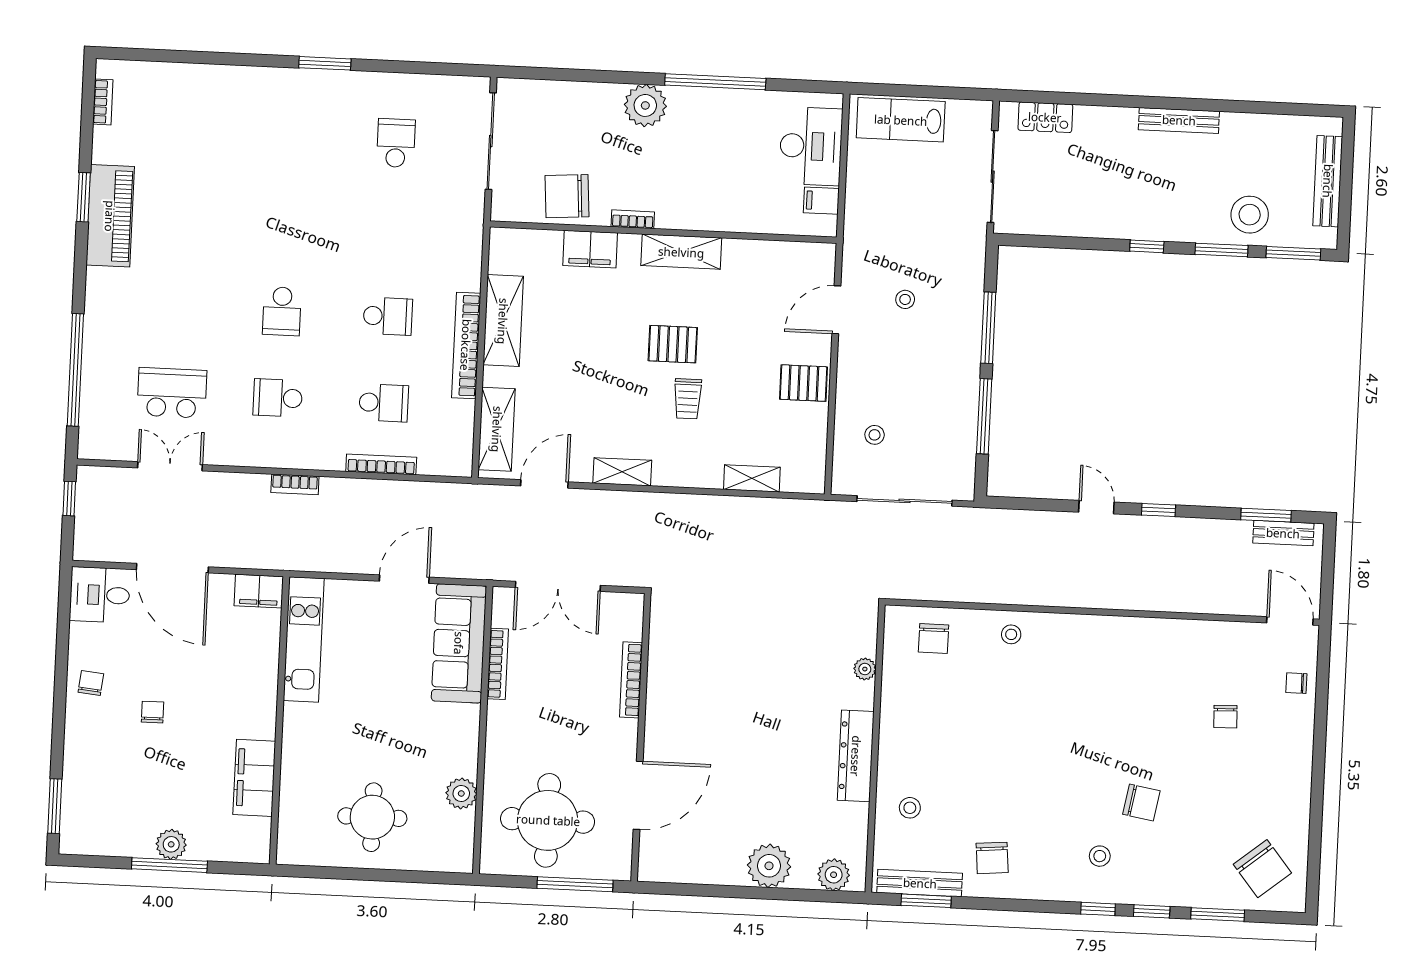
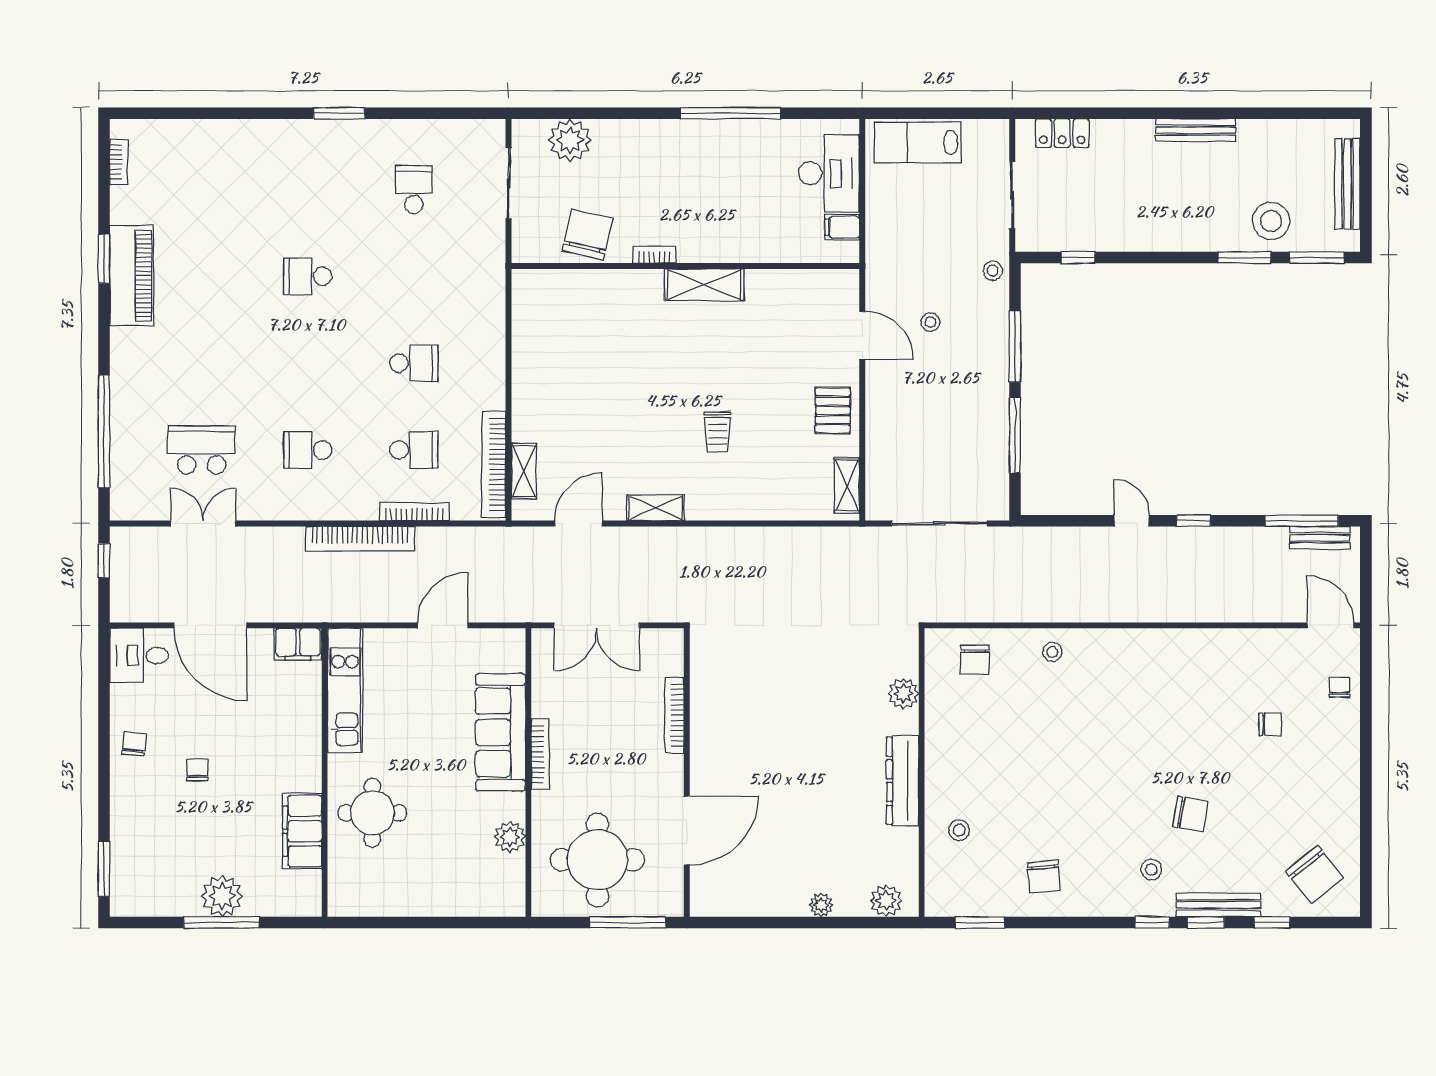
plant: (645, 105) -> (570, 140), moved
sliding door: (491, 141) -> (509, 183), width x0.73
sliding door: (993, 177) -> (1012, 195), width x0.73
chair: (567, 196) -> (587, 235), turned 107
window: (1147, 246) -> (1078, 258), moved
filing cabinet: (590, 249) -> (613, 287), removed
door: (836, 310) -> (862, 335), swing flipped
school desk: (282, 311) -> (308, 276), moved, turned 90
shelving: (503, 321) -> (530, 362), removed
pallet: (673, 344) -> (700, 378), removed
bookcase: (466, 345) -> (494, 464), moved
pallet: (803, 383) -> (833, 410), turned 90
shelving: (497, 429) -> (524, 471), width x0.67, depth x0.75
stool: (875, 435) -> (993, 271), moved
shelving: (752, 478) -> (847, 485), moved, turned 90
bookcase: (295, 484) -> (360, 539), width x2.31, depth x1.31
window: (1266, 515) -> (1302, 521), width x1.44
sofa: (459, 643) -> (501, 732), moved
bookcase: (498, 664) -> (540, 754), moved
plant: (865, 669) -> (903, 694), width x1.38, depth x1.38
chair: (1296, 683) -> (1340, 687), turned 90
chair: (1225, 717) -> (1270, 724), turned -88
round table: (372, 817) -> (372, 813), moved
plant: (171, 844) -> (222, 896), width x1.36, depth x1.36
plant: (769, 866) -> (821, 905), width x0.53, depth x0.53
bench: (920, 883) -> (1218, 905), moved
window: (1218, 915) -> (1272, 922), width x0.67

